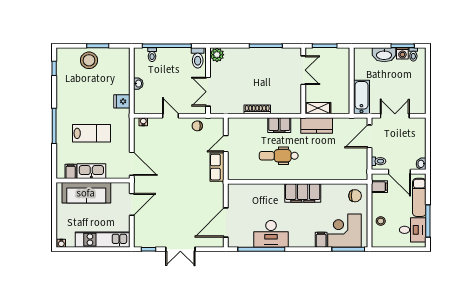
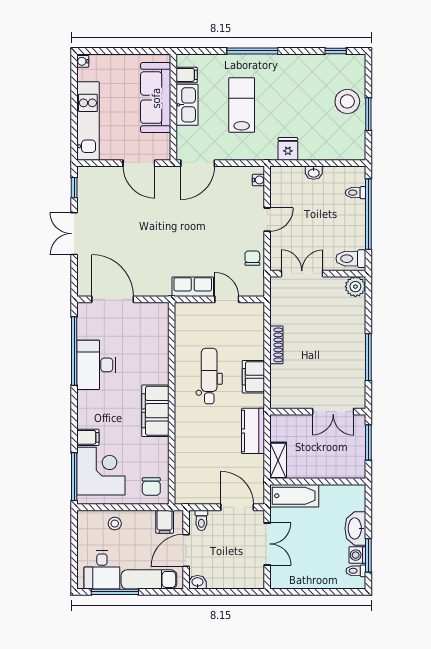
shelving: (318, 108) -> (278, 460), moved
lab bench: (91, 133) -> (242, 105), turned 180

